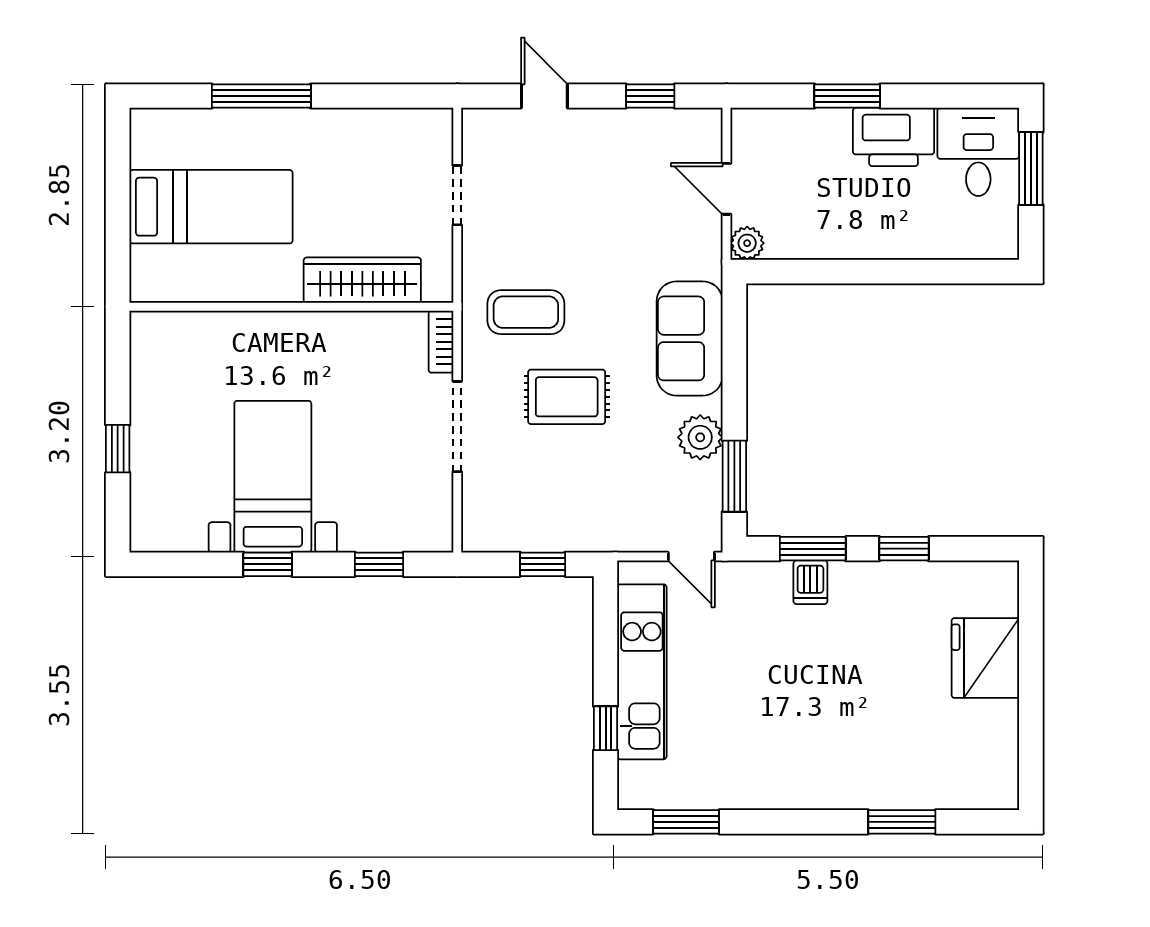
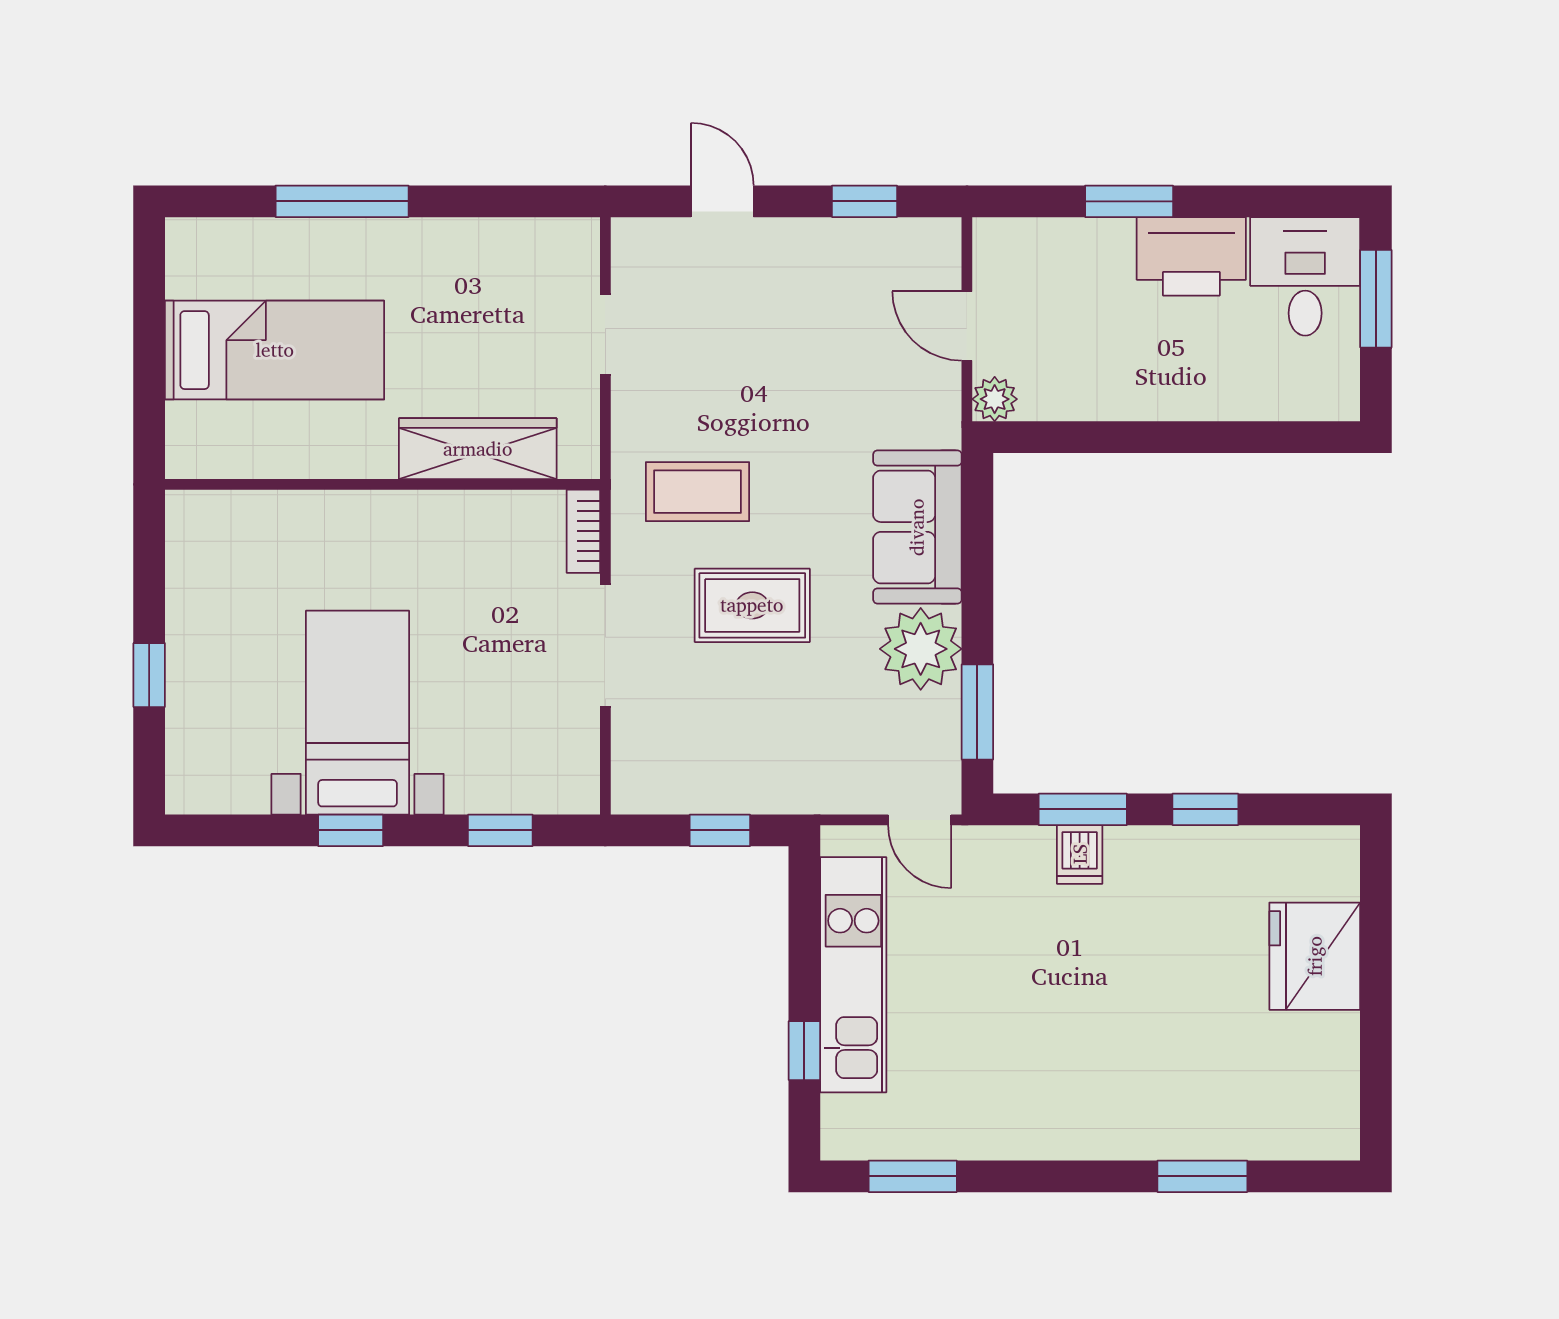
plant: (700, 437) -> (921, 649), width x1.36, depth x1.36

